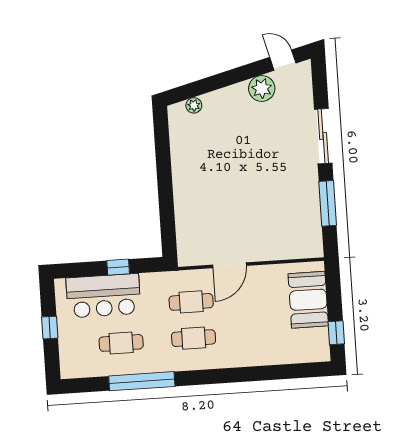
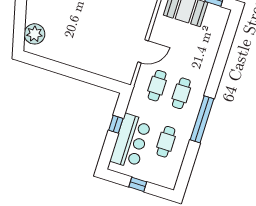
plant: (194, 105) -> (34, 34), width x1.88, depth x1.88
door: (229, 265) -> (143, 51), hinge flipped
window: (142, 381) -> (202, 119), moved

